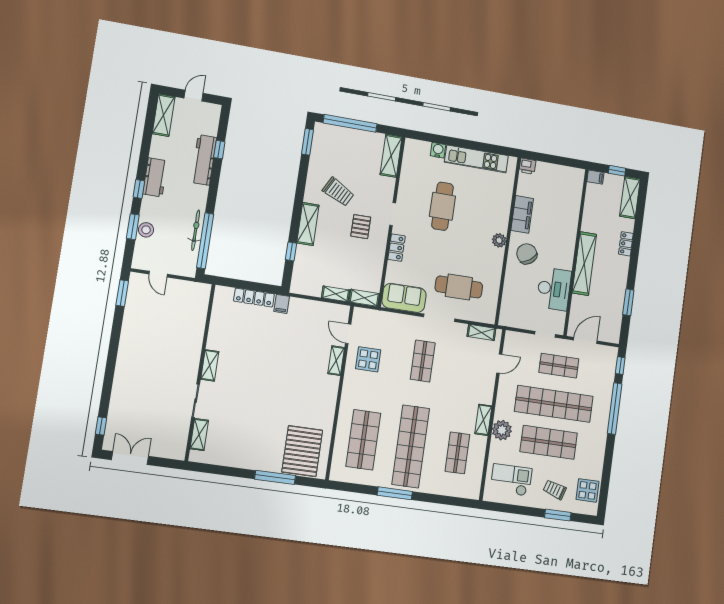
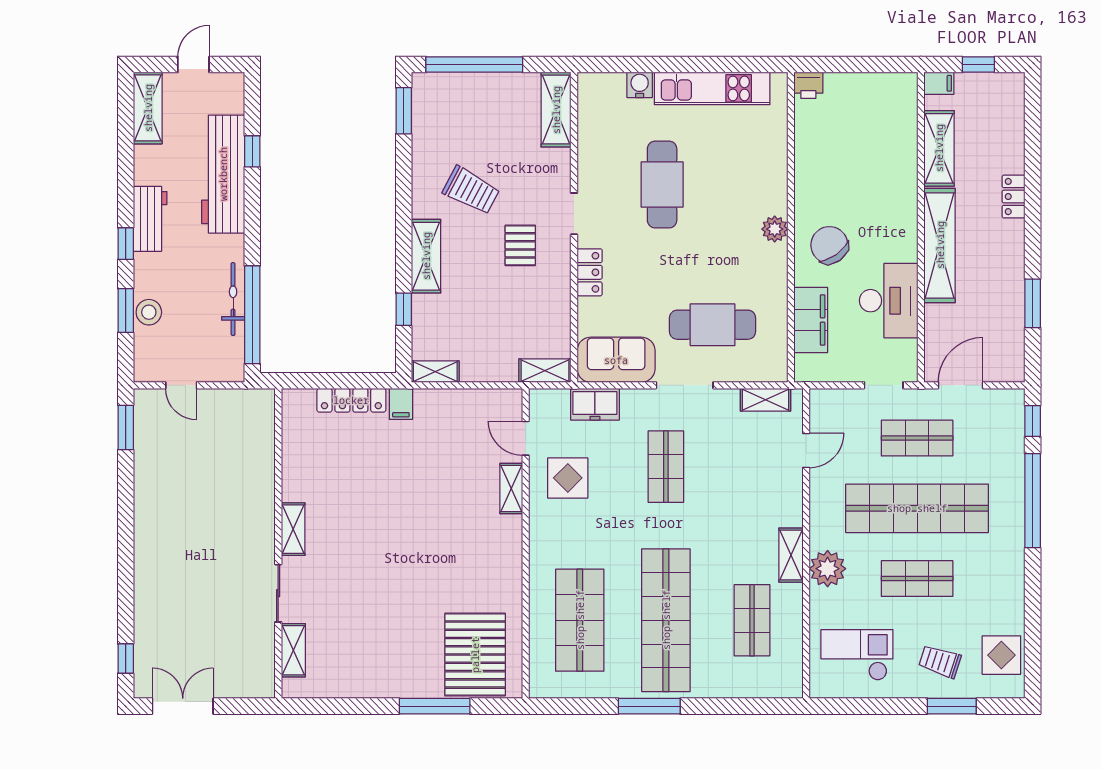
workbench: (204, 160) -> (223, 174), width x1.36, depth x1.32
shelving: (630, 198) -> (939, 148), moved
filing cabinet: (522, 214) -> (811, 320), moved
shelving: (336, 294) -> (435, 372), moved
freezer: (389, 321) -> (595, 404), added
shop shelf: (549, 442) -> (917, 579), width x0.70, depth x0.74

